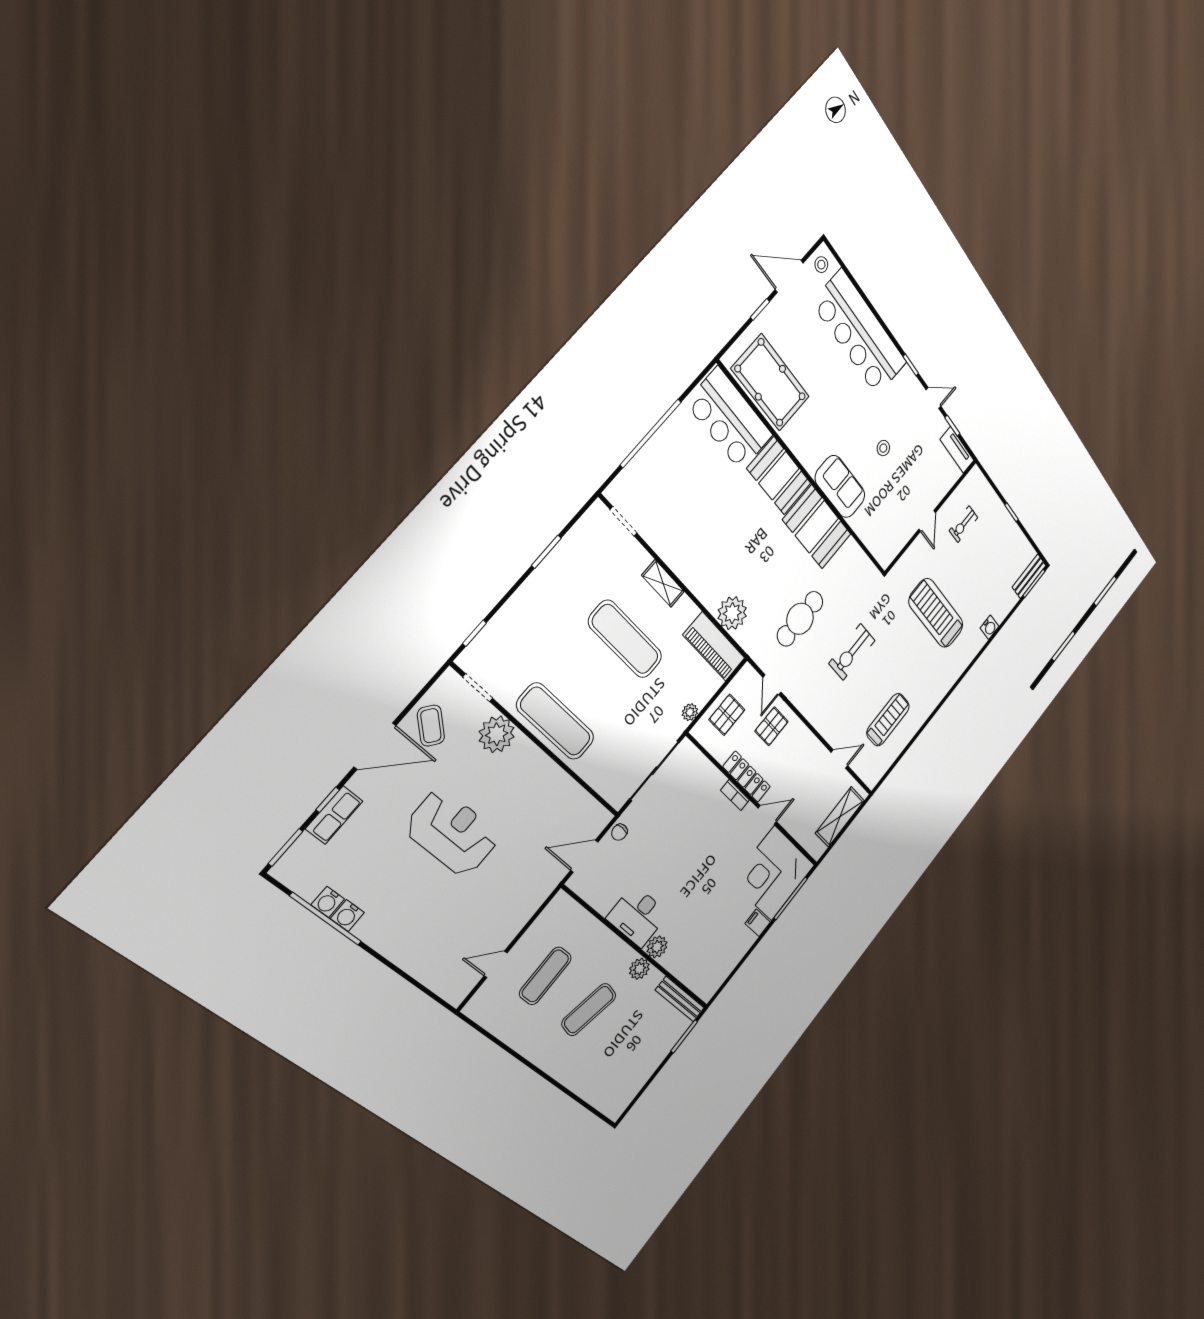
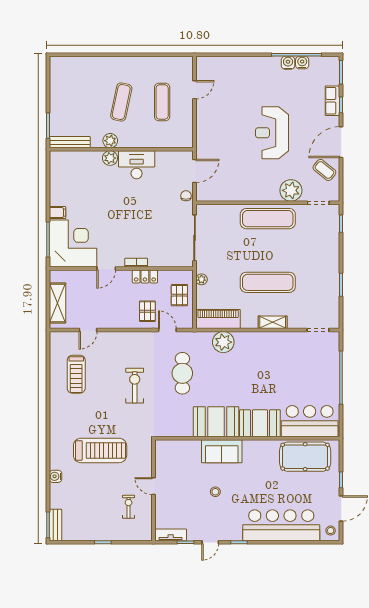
locker: (747, 777) -> (145, 276), width x0.66
reception desk: (452, 833) -> (272, 133), turned 90

